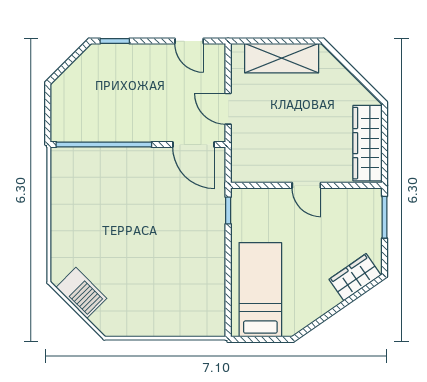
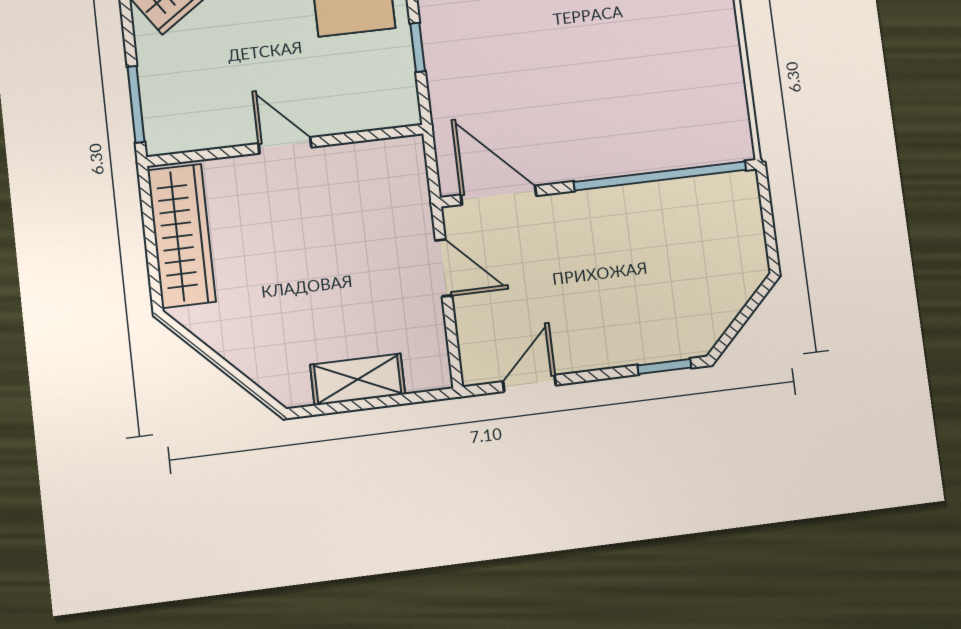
door: (189, 41) -> (529, 383), hinge flipped
shelving: (282, 58) -> (358, 380), width x0.67, depth x0.75
window: (228, 210) -> (418, 47), moved

